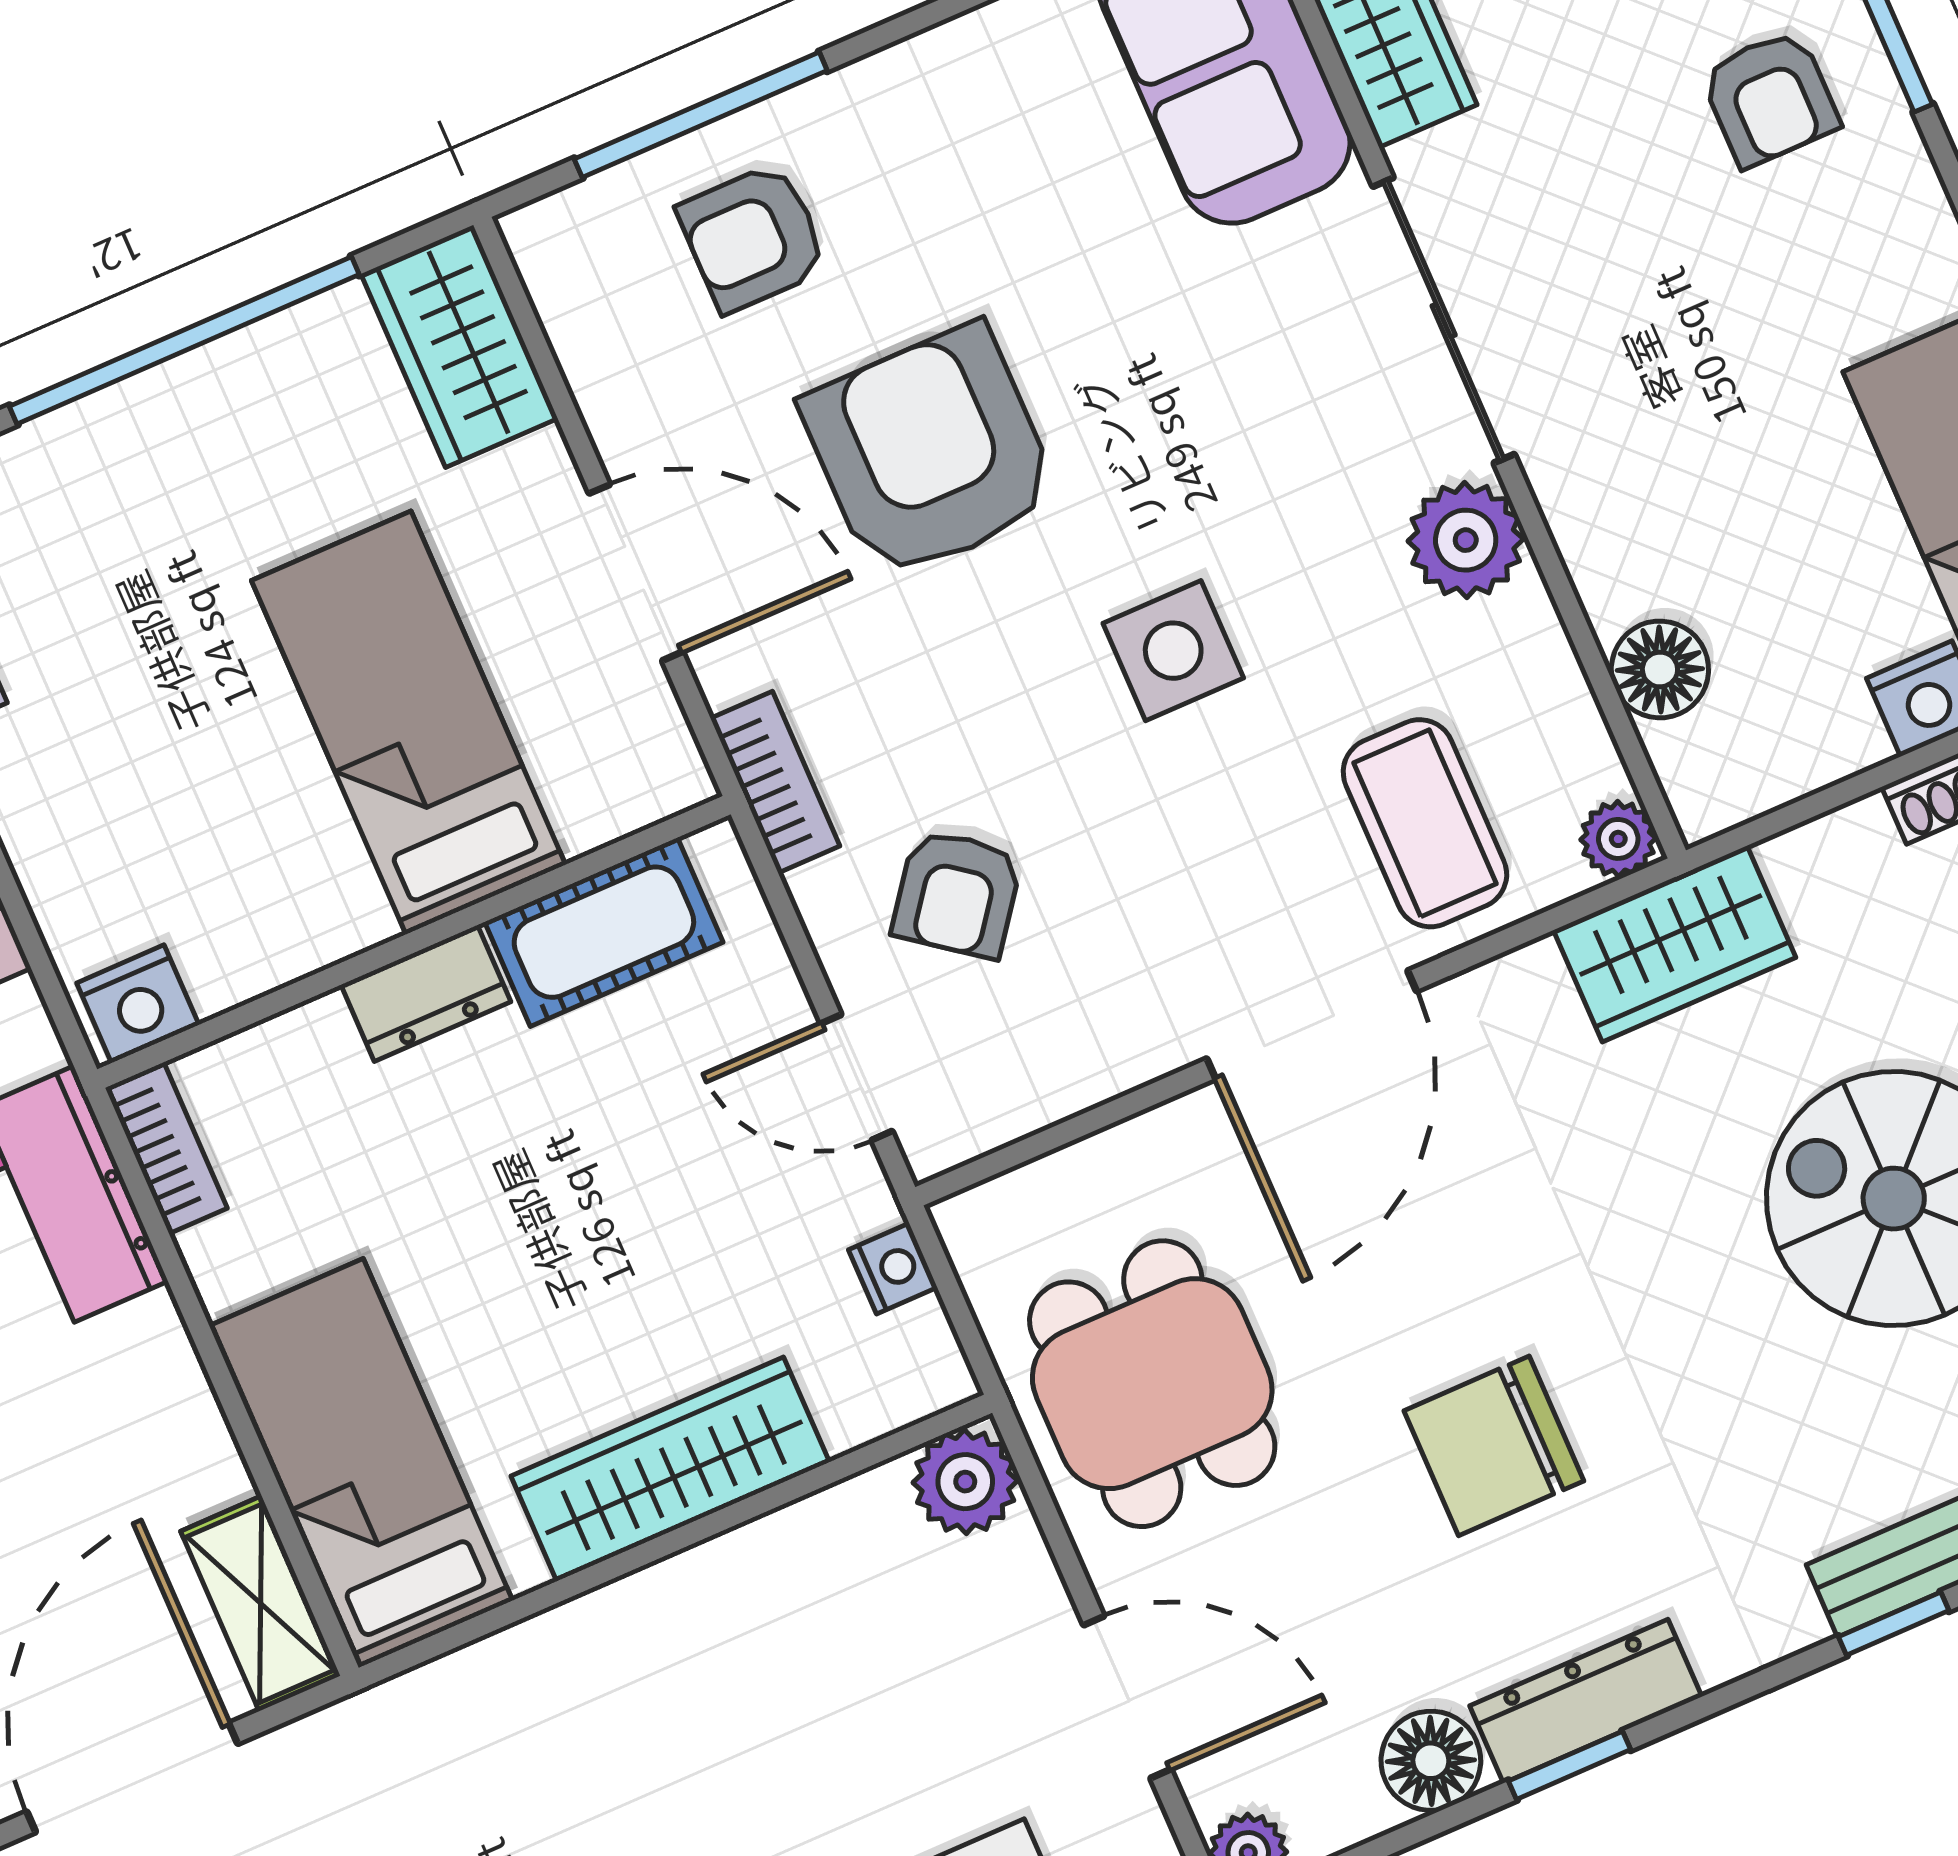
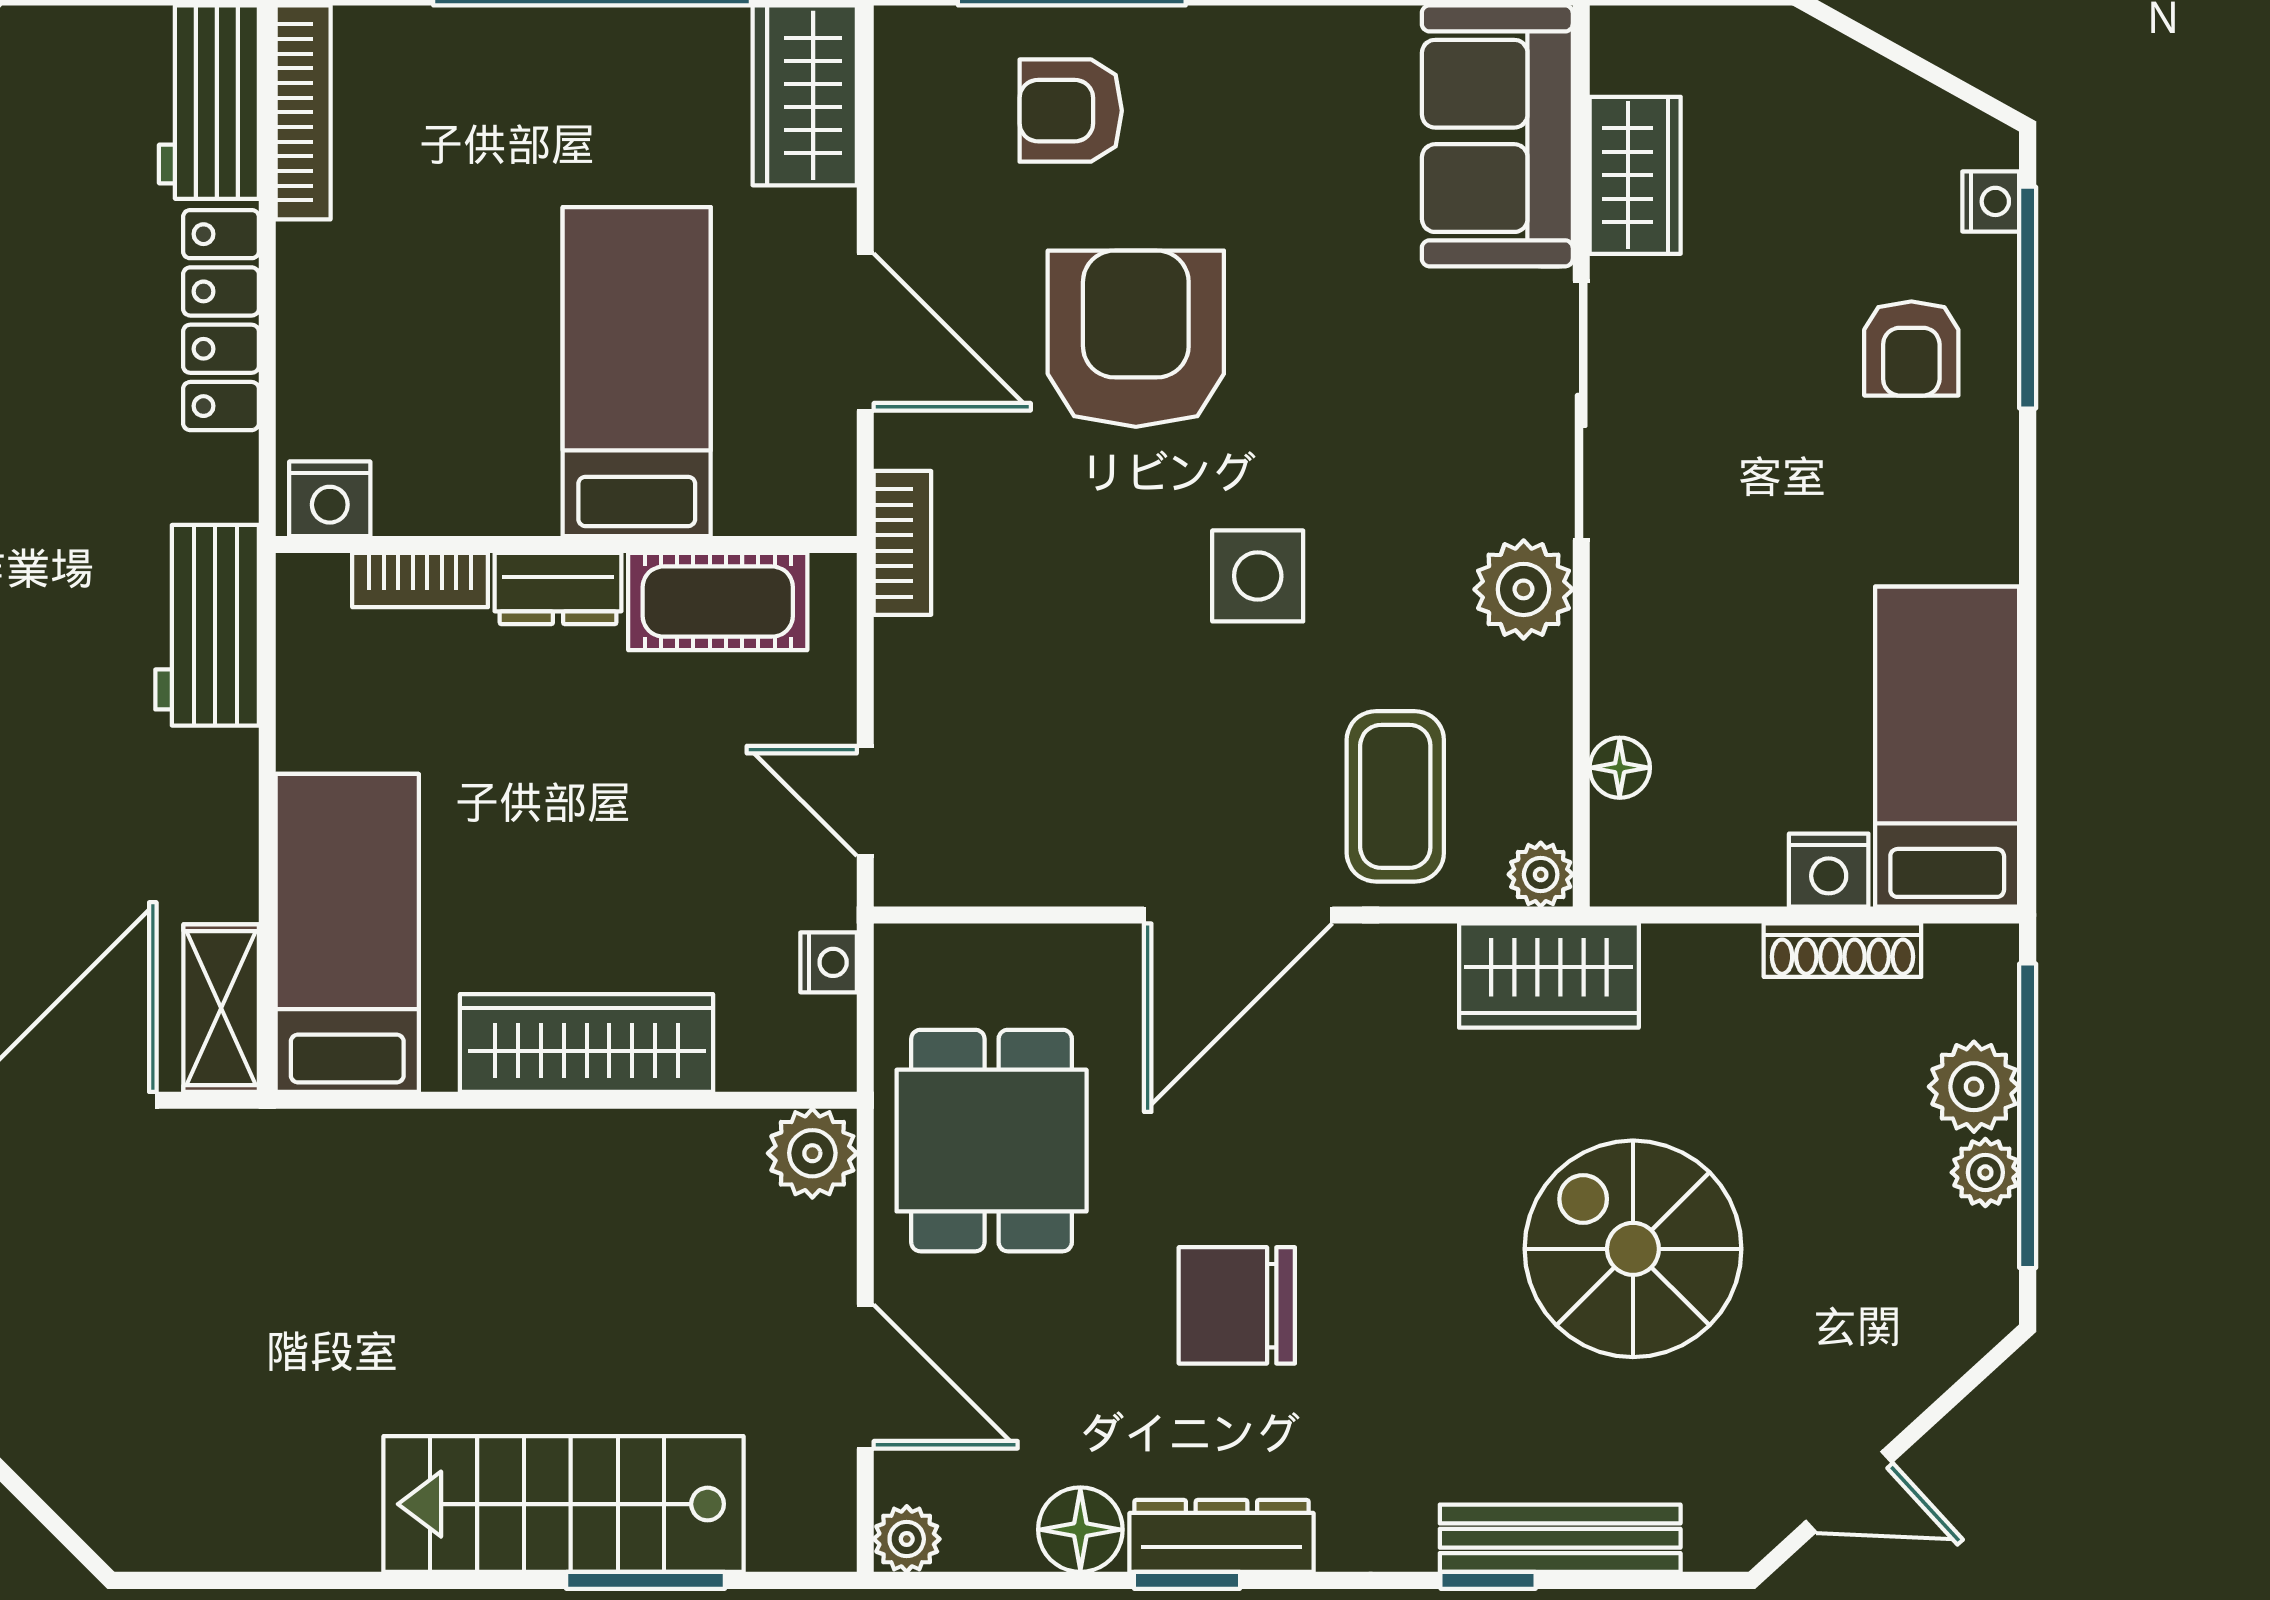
floor lamp: (1660, 669) -> (1620, 768), width x0.73, depth x0.73
armchair: (957, 894) -> (1006, 692), removed
bookcase: (166, 1148) -> (420, 580), moved, turned 90

